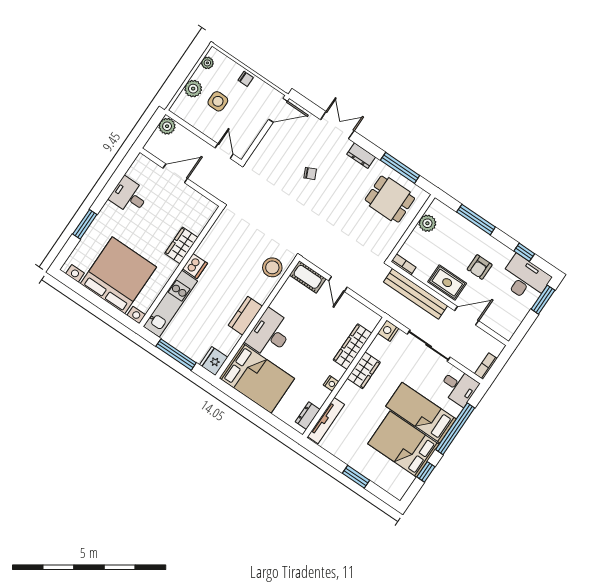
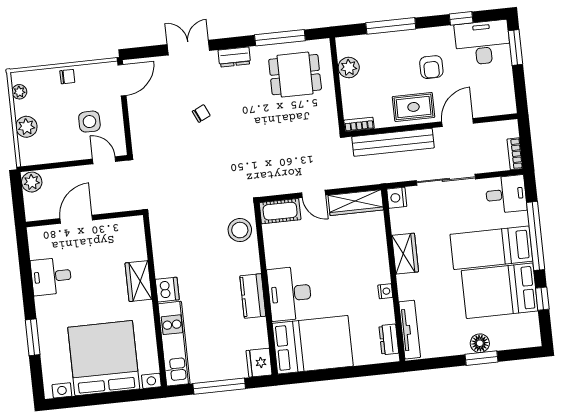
side table: (218, 101) -> (89, 122), moved
wardrobe: (352, 347) -> (356, 203), moved, turned -90
floor lamp: (363, 466) -> (480, 343), added

